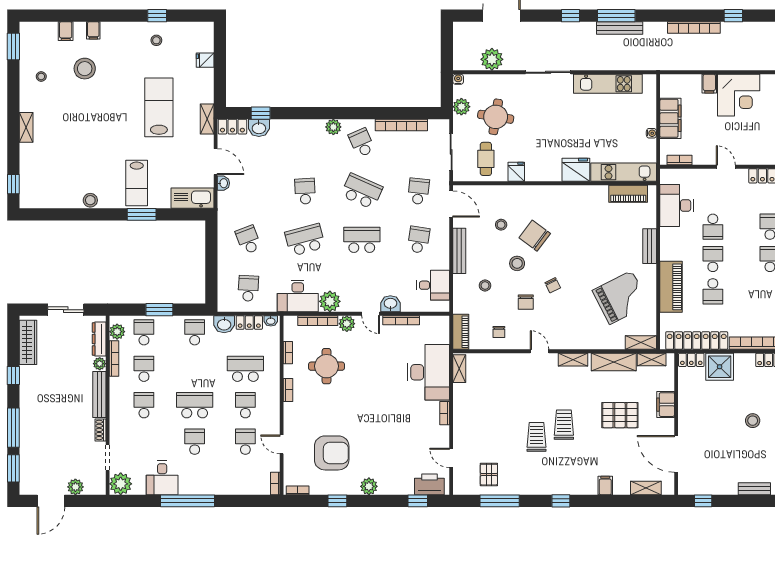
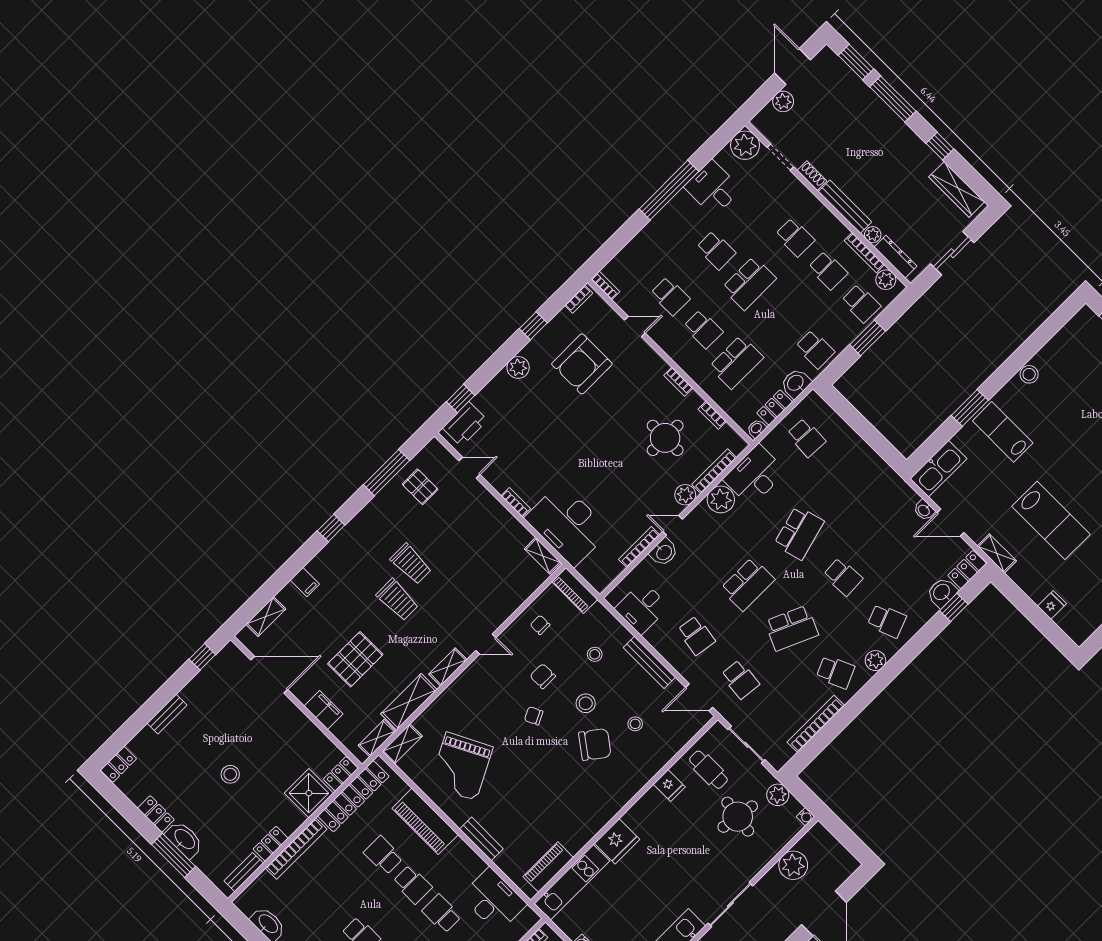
school desk: (248, 240) -> (887, 621), moved

